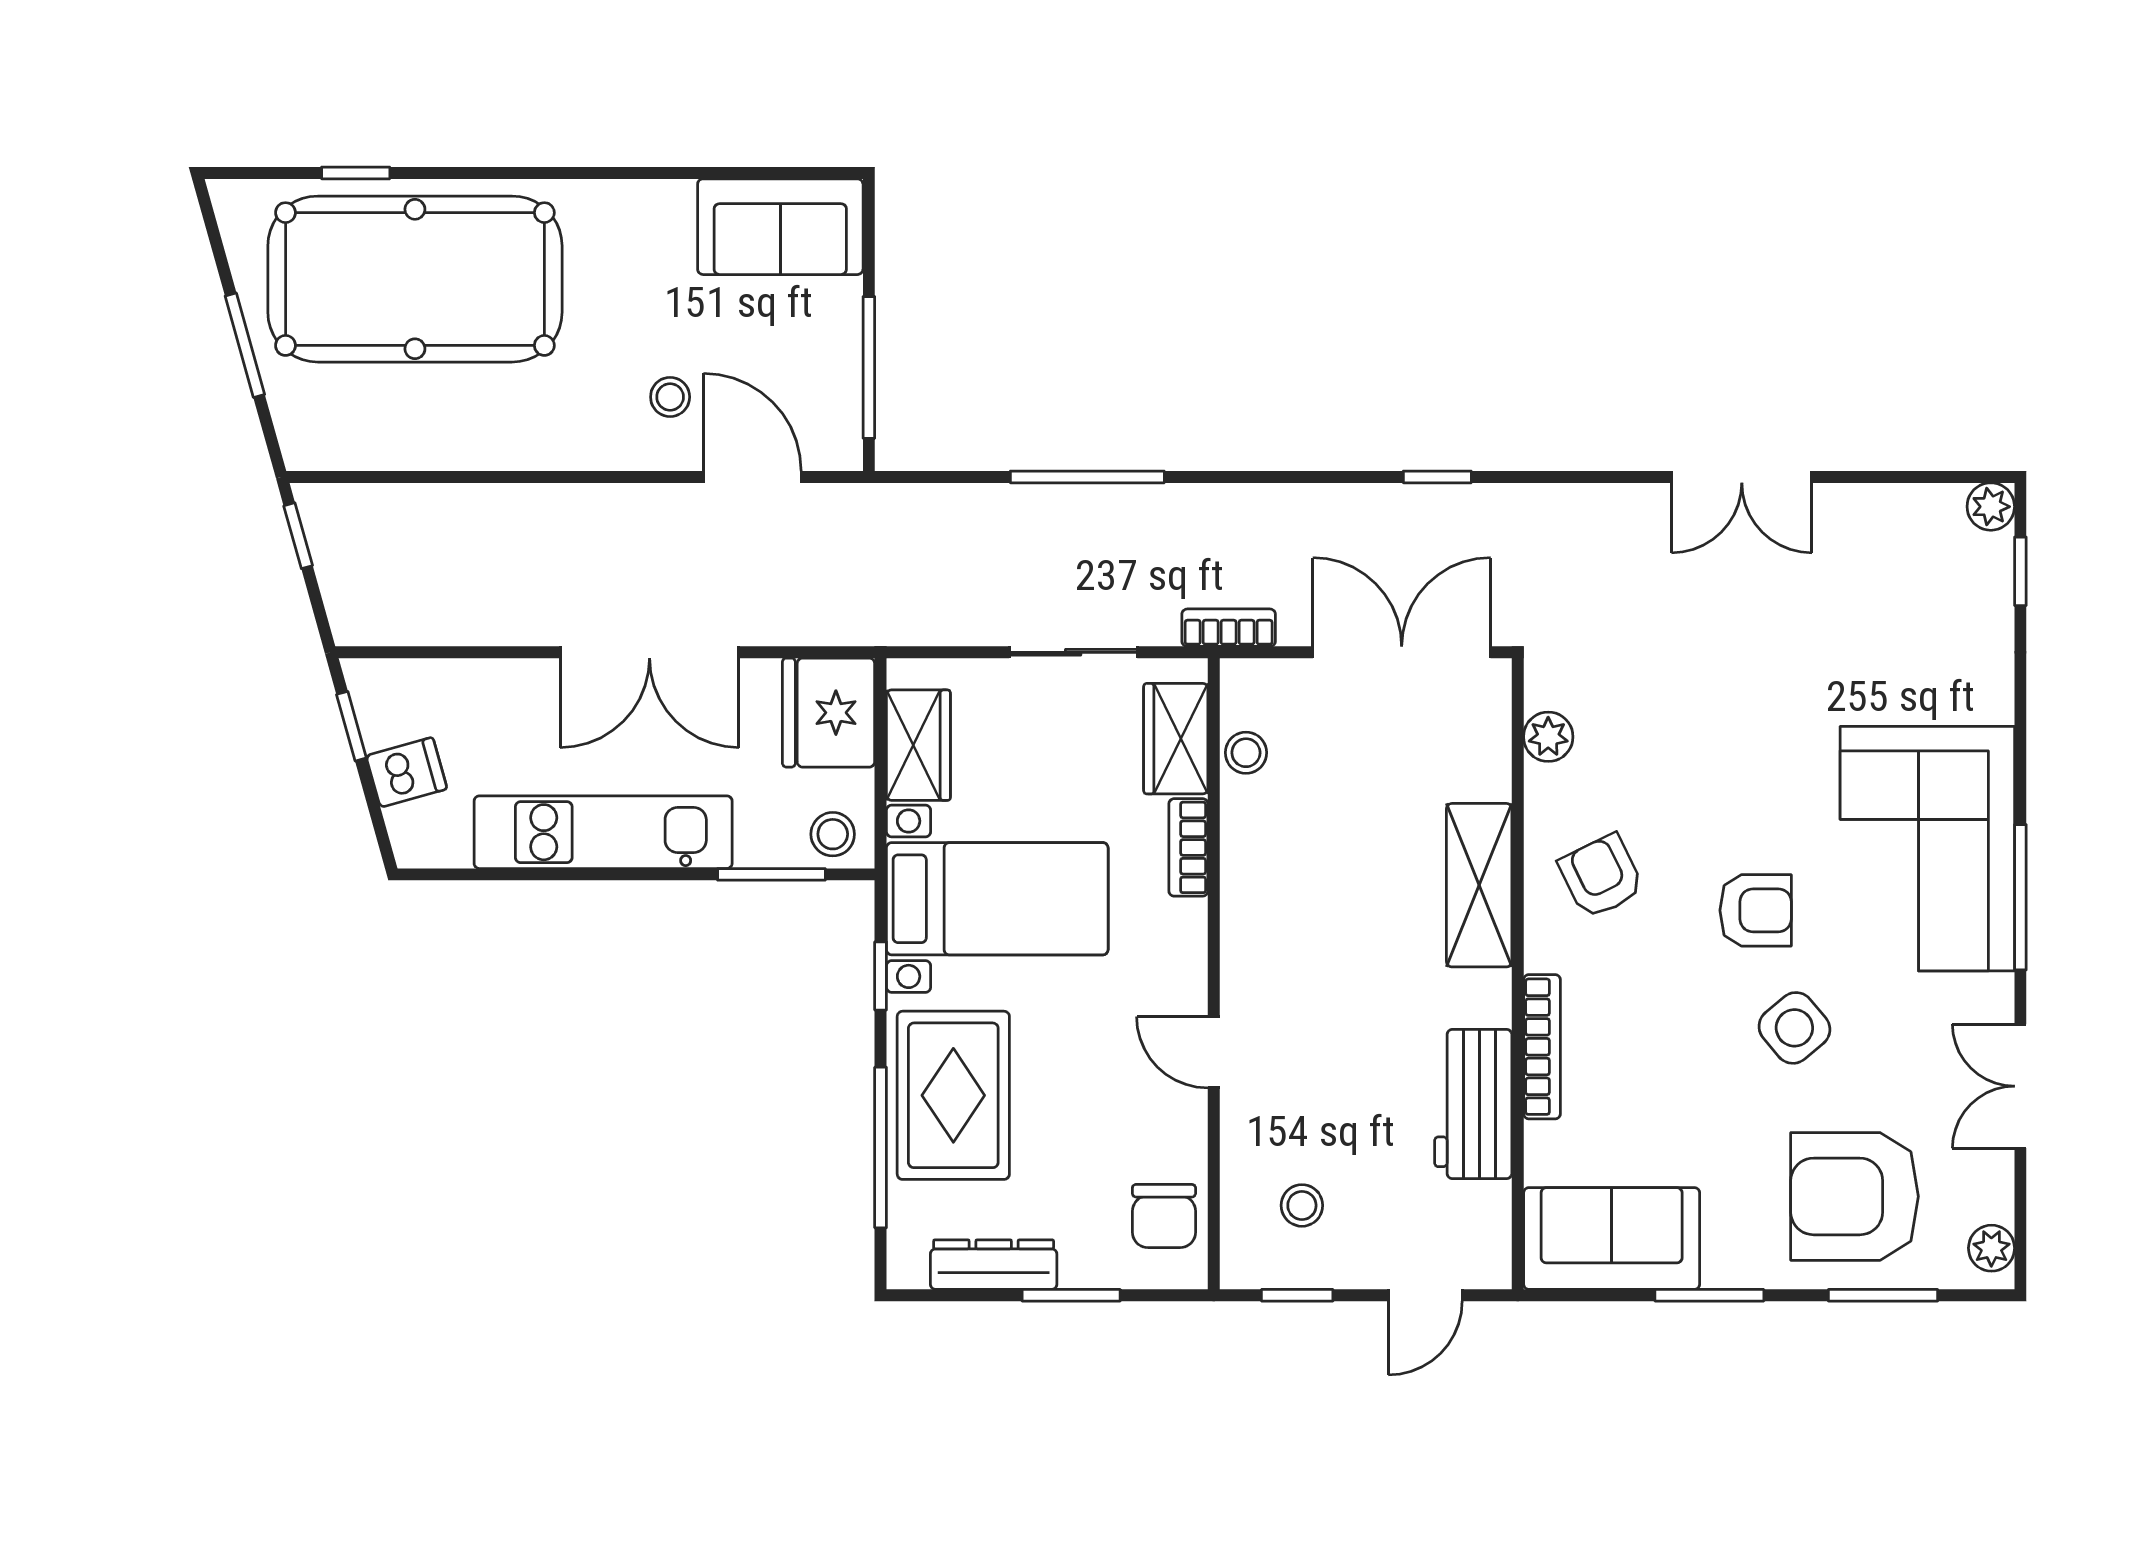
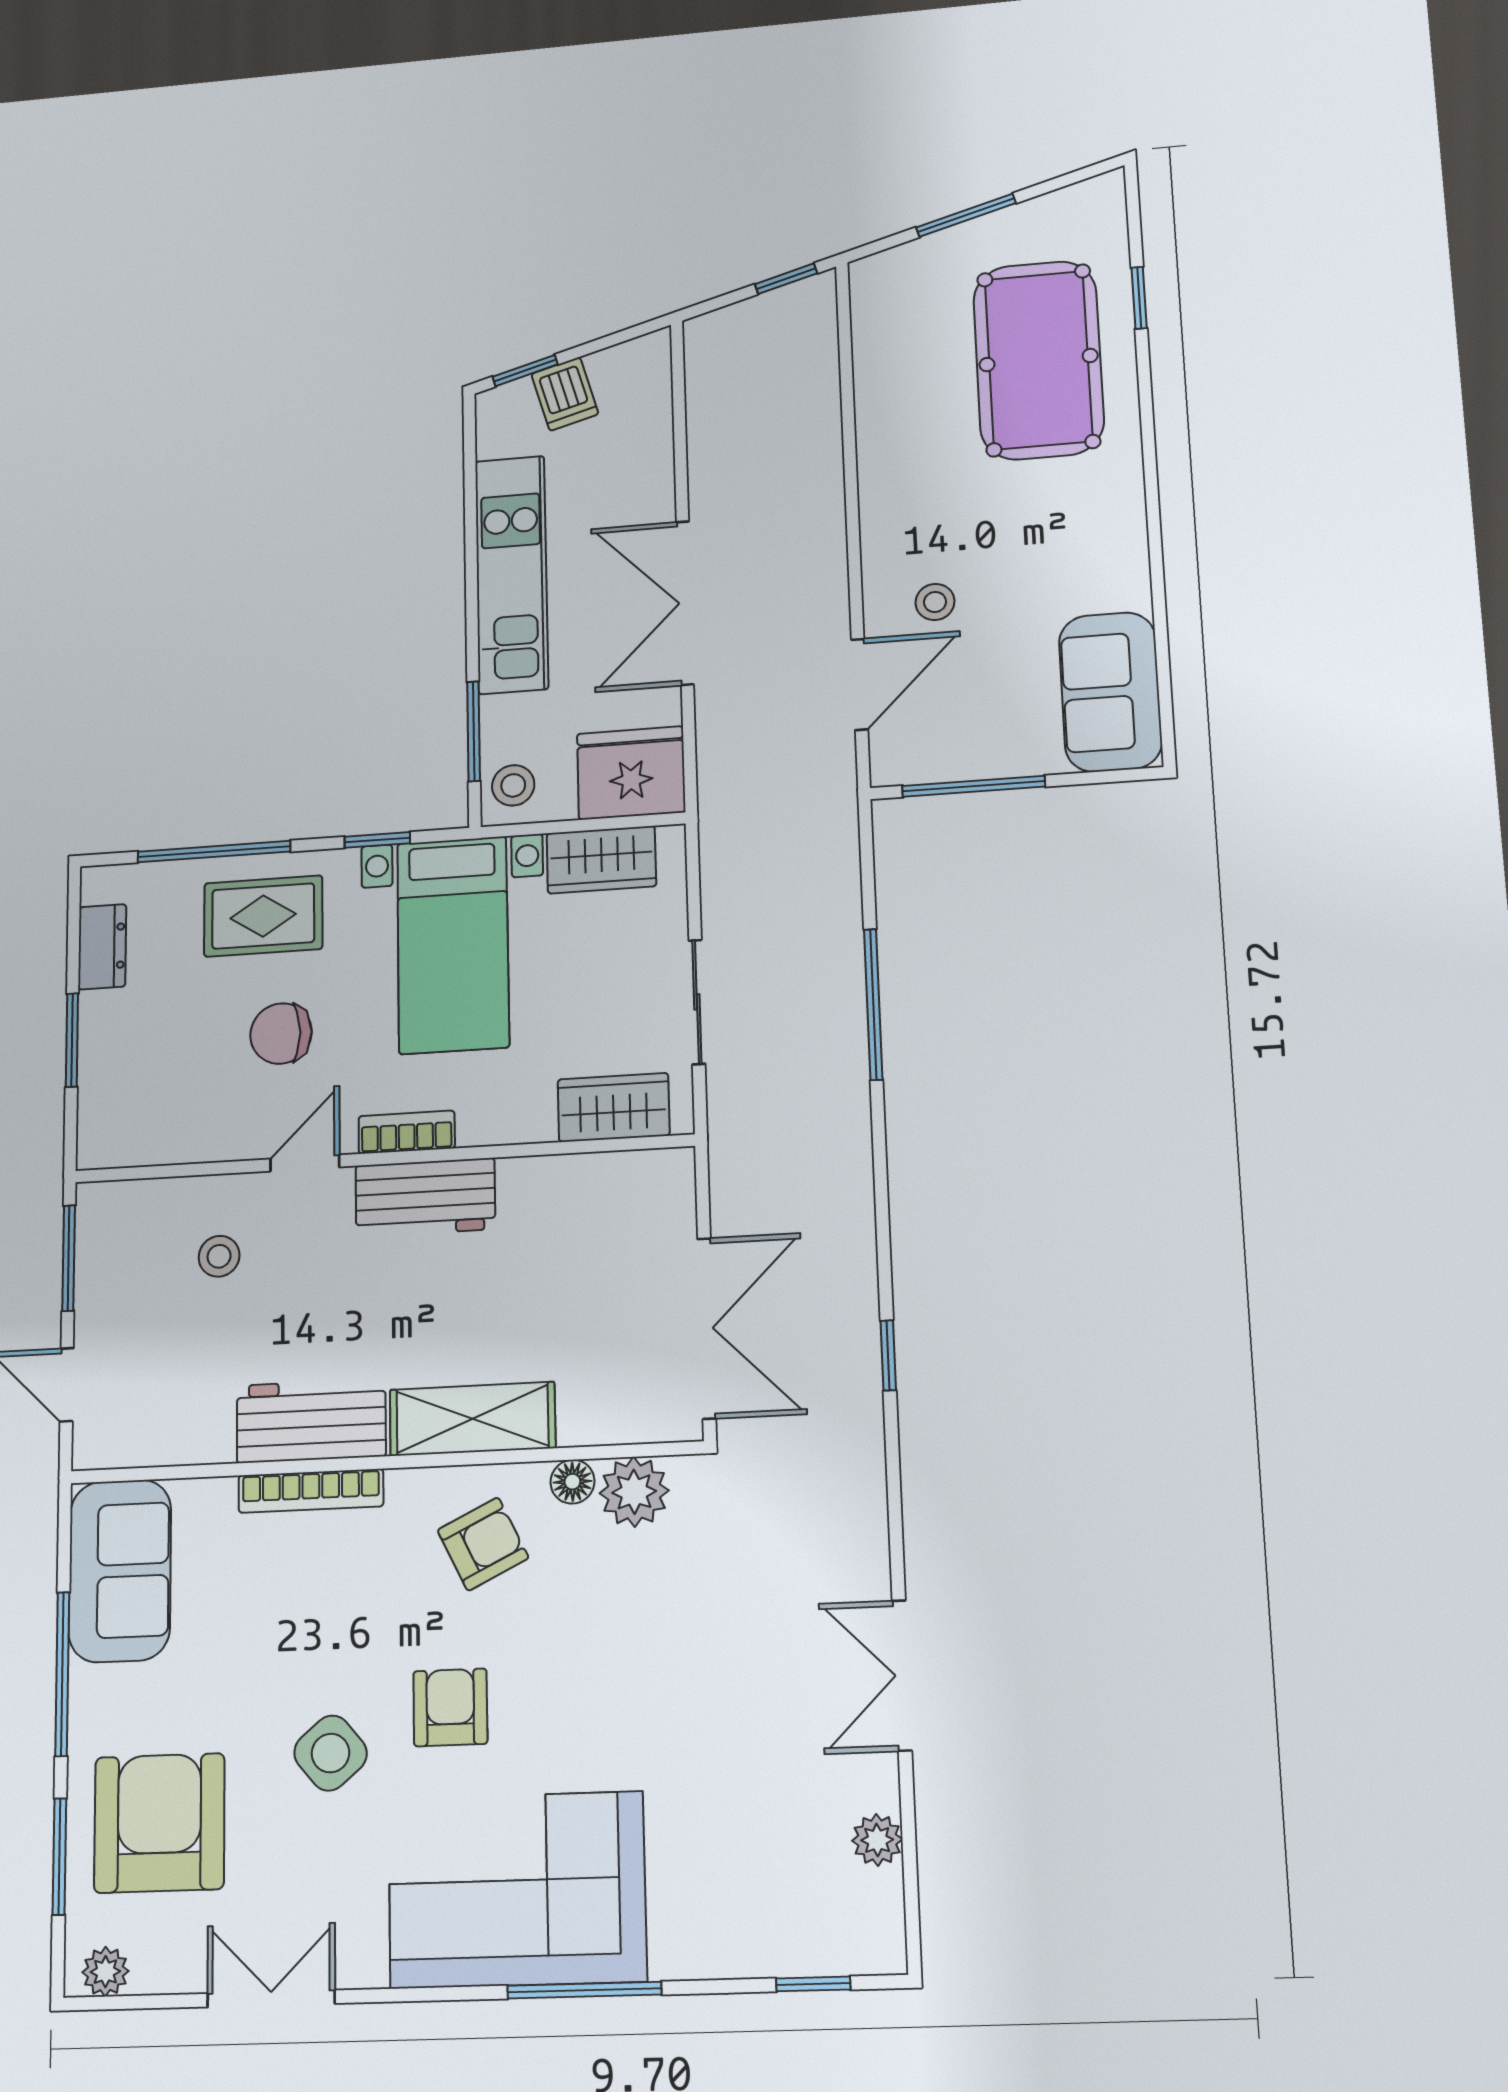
pool table: (415, 279) -> (1038, 360), width x0.73, depth x0.76
plant: (1991, 507) -> (877, 1840), moved
bookcase: (1229, 628) -> (726, 1153), removed
window: (351, 726) -> (525, 371), moved
plant: (1548, 737) -> (634, 1492), width x1.38, depth x1.38
stool: (1246, 753) -> (601, 1177), removed
floor lamp: (1545, 788) -> (572, 1482), added
bookcase: (1188, 847) -> (407, 1132), moved
window: (2020, 897) -> (584, 1990), moved
armchair: (1756, 910) -> (450, 1707), turned 180
workbench: (1256, 930) -> (425, 1197), added
rug: (953, 1095) -> (263, 916), width x0.73, depth x0.70
workbench: (1473, 1104) -> (311, 1421), moved
stool: (1302, 1205) -> (219, 1256), moved
chair: (1164, 1216) -> (281, 1034), moved
dresser: (994, 1265) -> (102, 947), width x0.70
window: (1297, 1295) -> (69, 1258), width x1.50
window: (1709, 1295) -> (62, 1674), width x1.44

